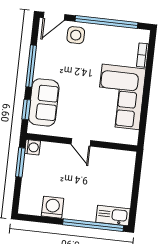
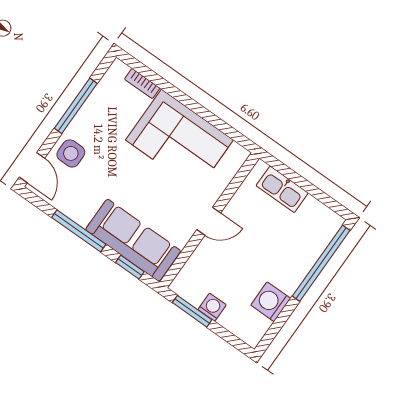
window: (106, 22) -> (76, 106), width x0.68
sofa: (44, 102) -> (133, 240), width x1.36
washing machine: (32, 147) -> (212, 307), moved
kitchen sink: (113, 215) -> (282, 189), moved, turned -90

